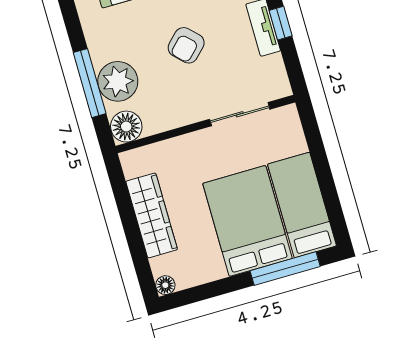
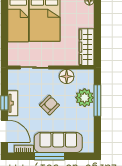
floor lamp: (126, 127) -> (67, 76), moved
wardrobe: (152, 215) -> (87, 47), moved

